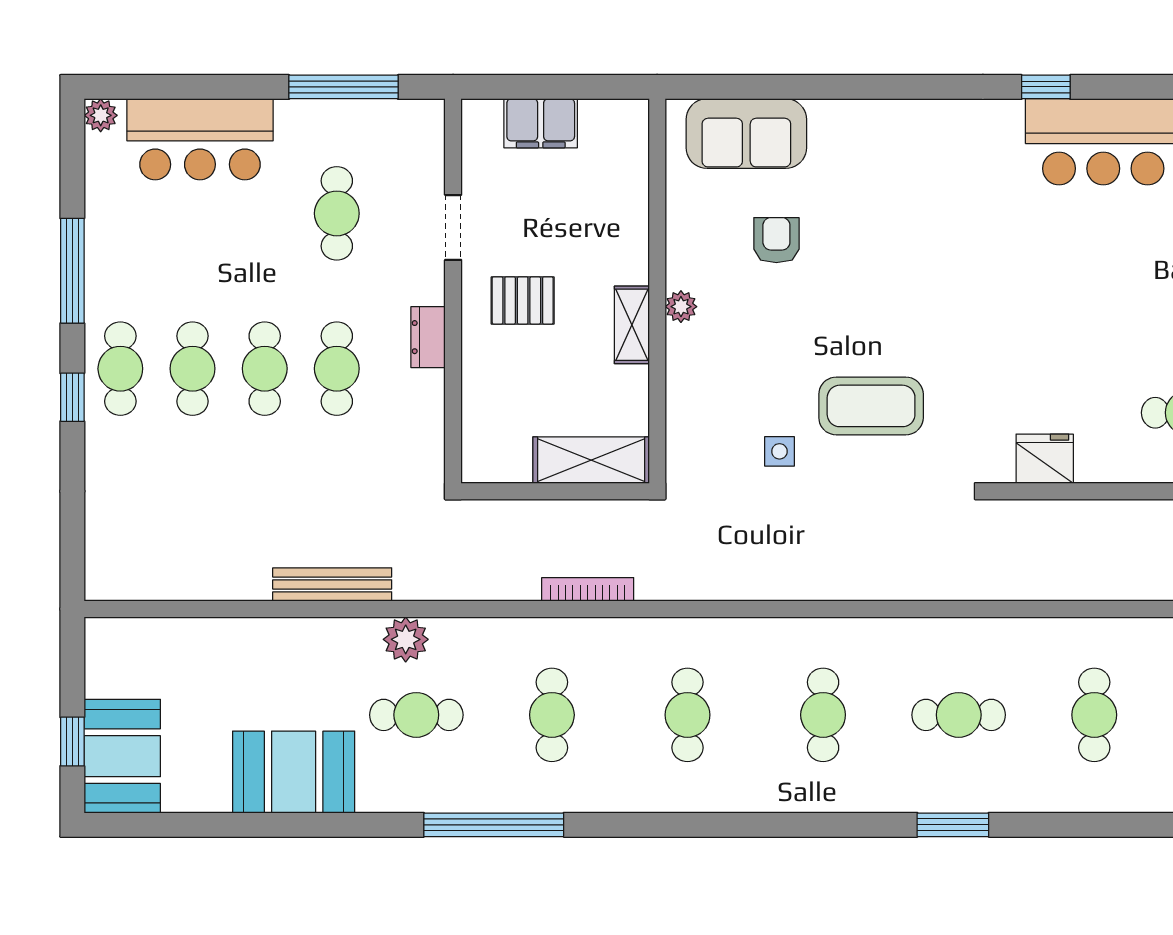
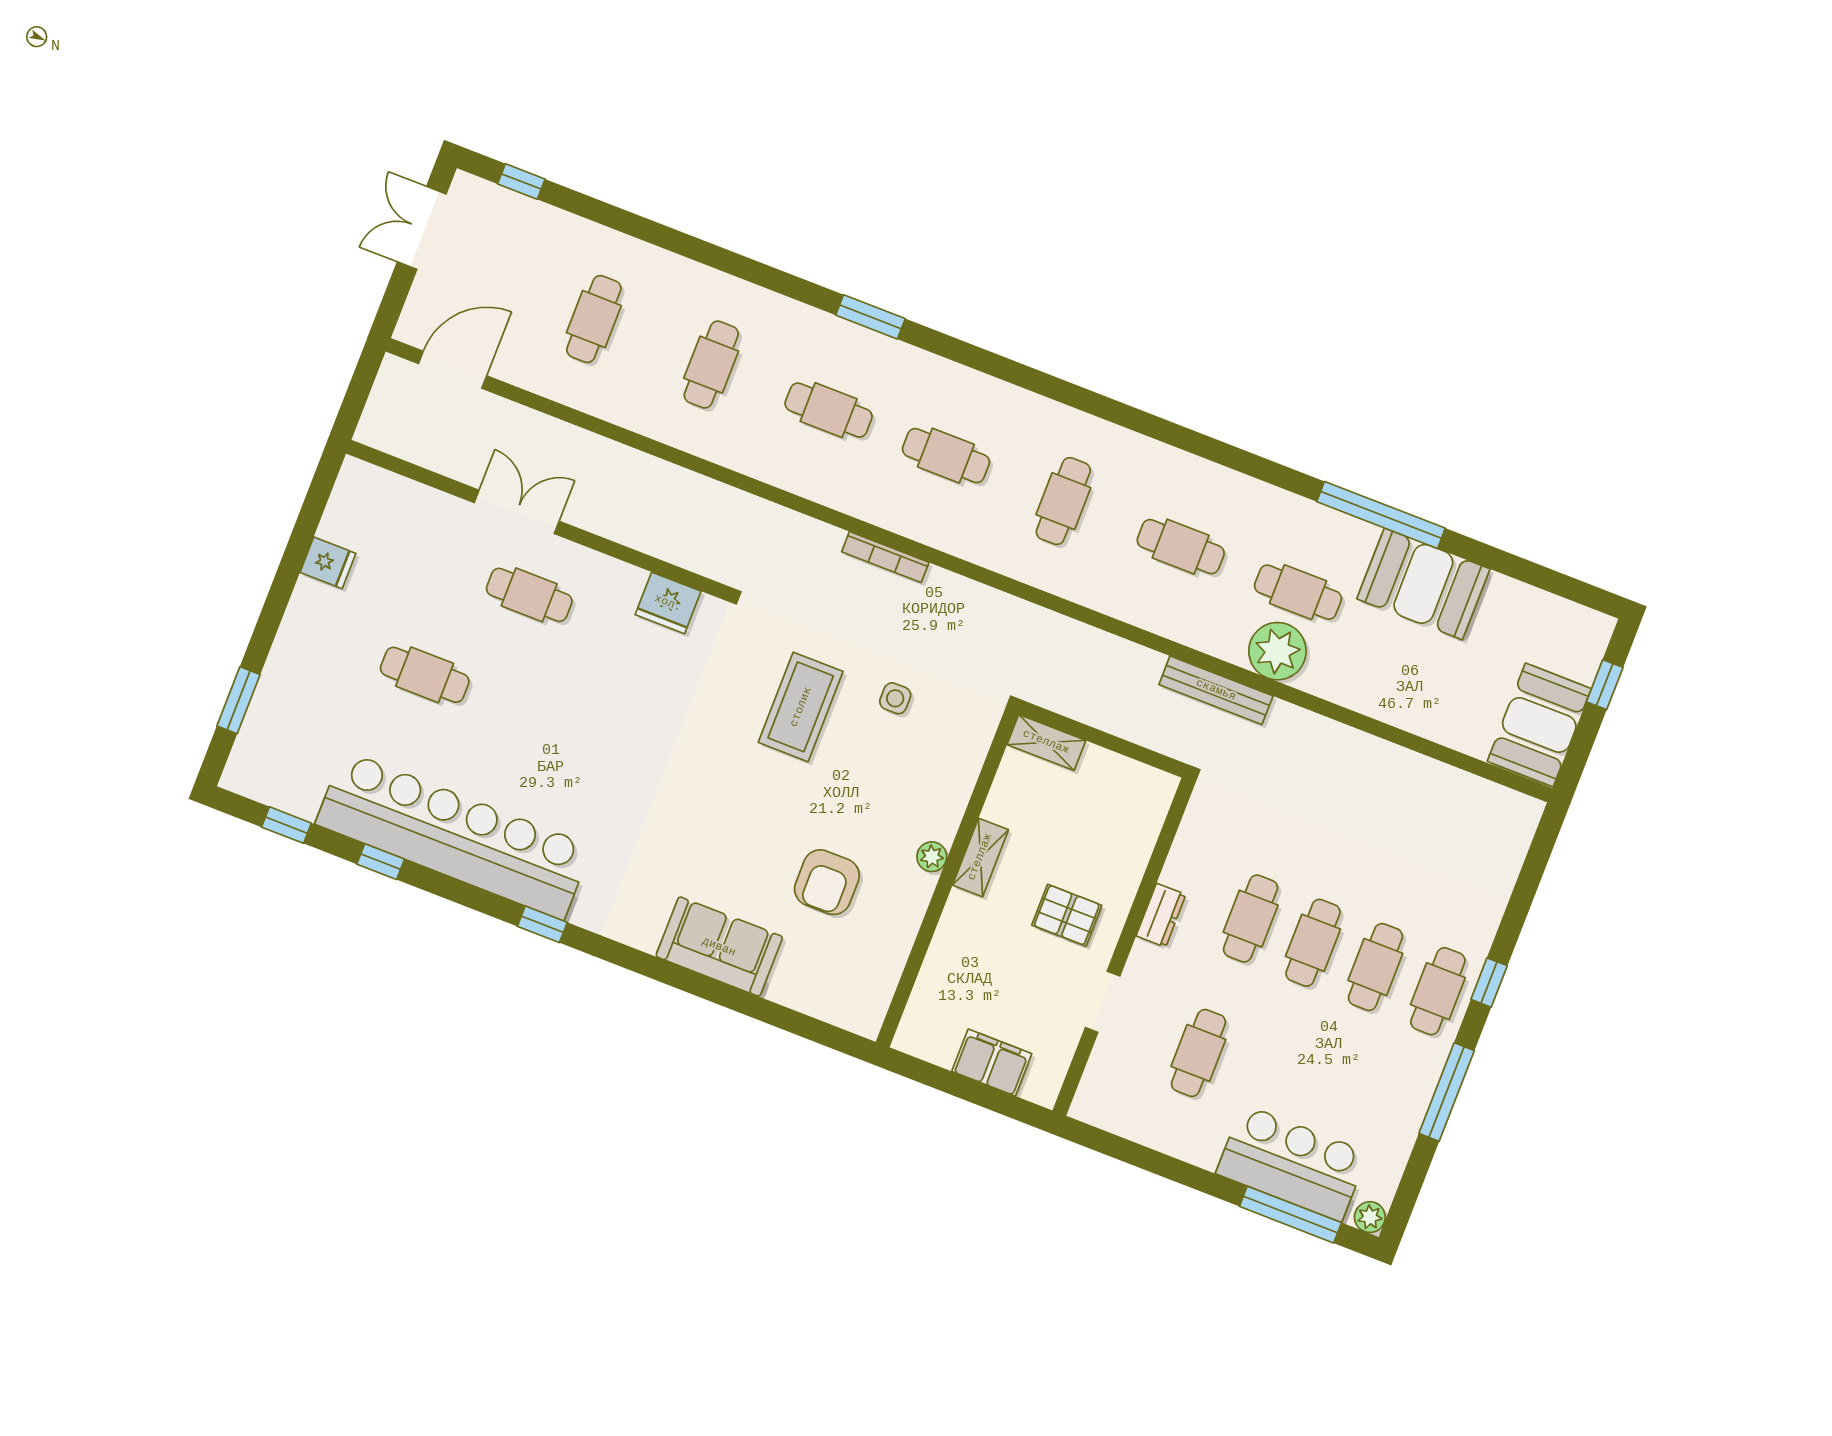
window: (343, 87) -> (1290, 1215), moved
sofa: (746, 134) -> (719, 947), moved
armchair: (776, 240) -> (827, 882), width x1.38, depth x1.38
coffee table: (871, 406) -> (801, 707), turned 90
shelving: (591, 460) -> (1046, 742), width x0.67, depth x0.75
bench: (332, 584) -> (1216, 690), moved
bookcase: (588, 589) -> (885, 557), moved
plant: (406, 639) -> (1277, 651), width x1.36, depth x1.36
cafe table: (552, 715) -> (1181, 547), turned 90
cafe table: (823, 715) -> (946, 456), turned 90
booth: (122, 756) -> (1539, 725), moved
window: (494, 825) -> (1381, 515), moved

